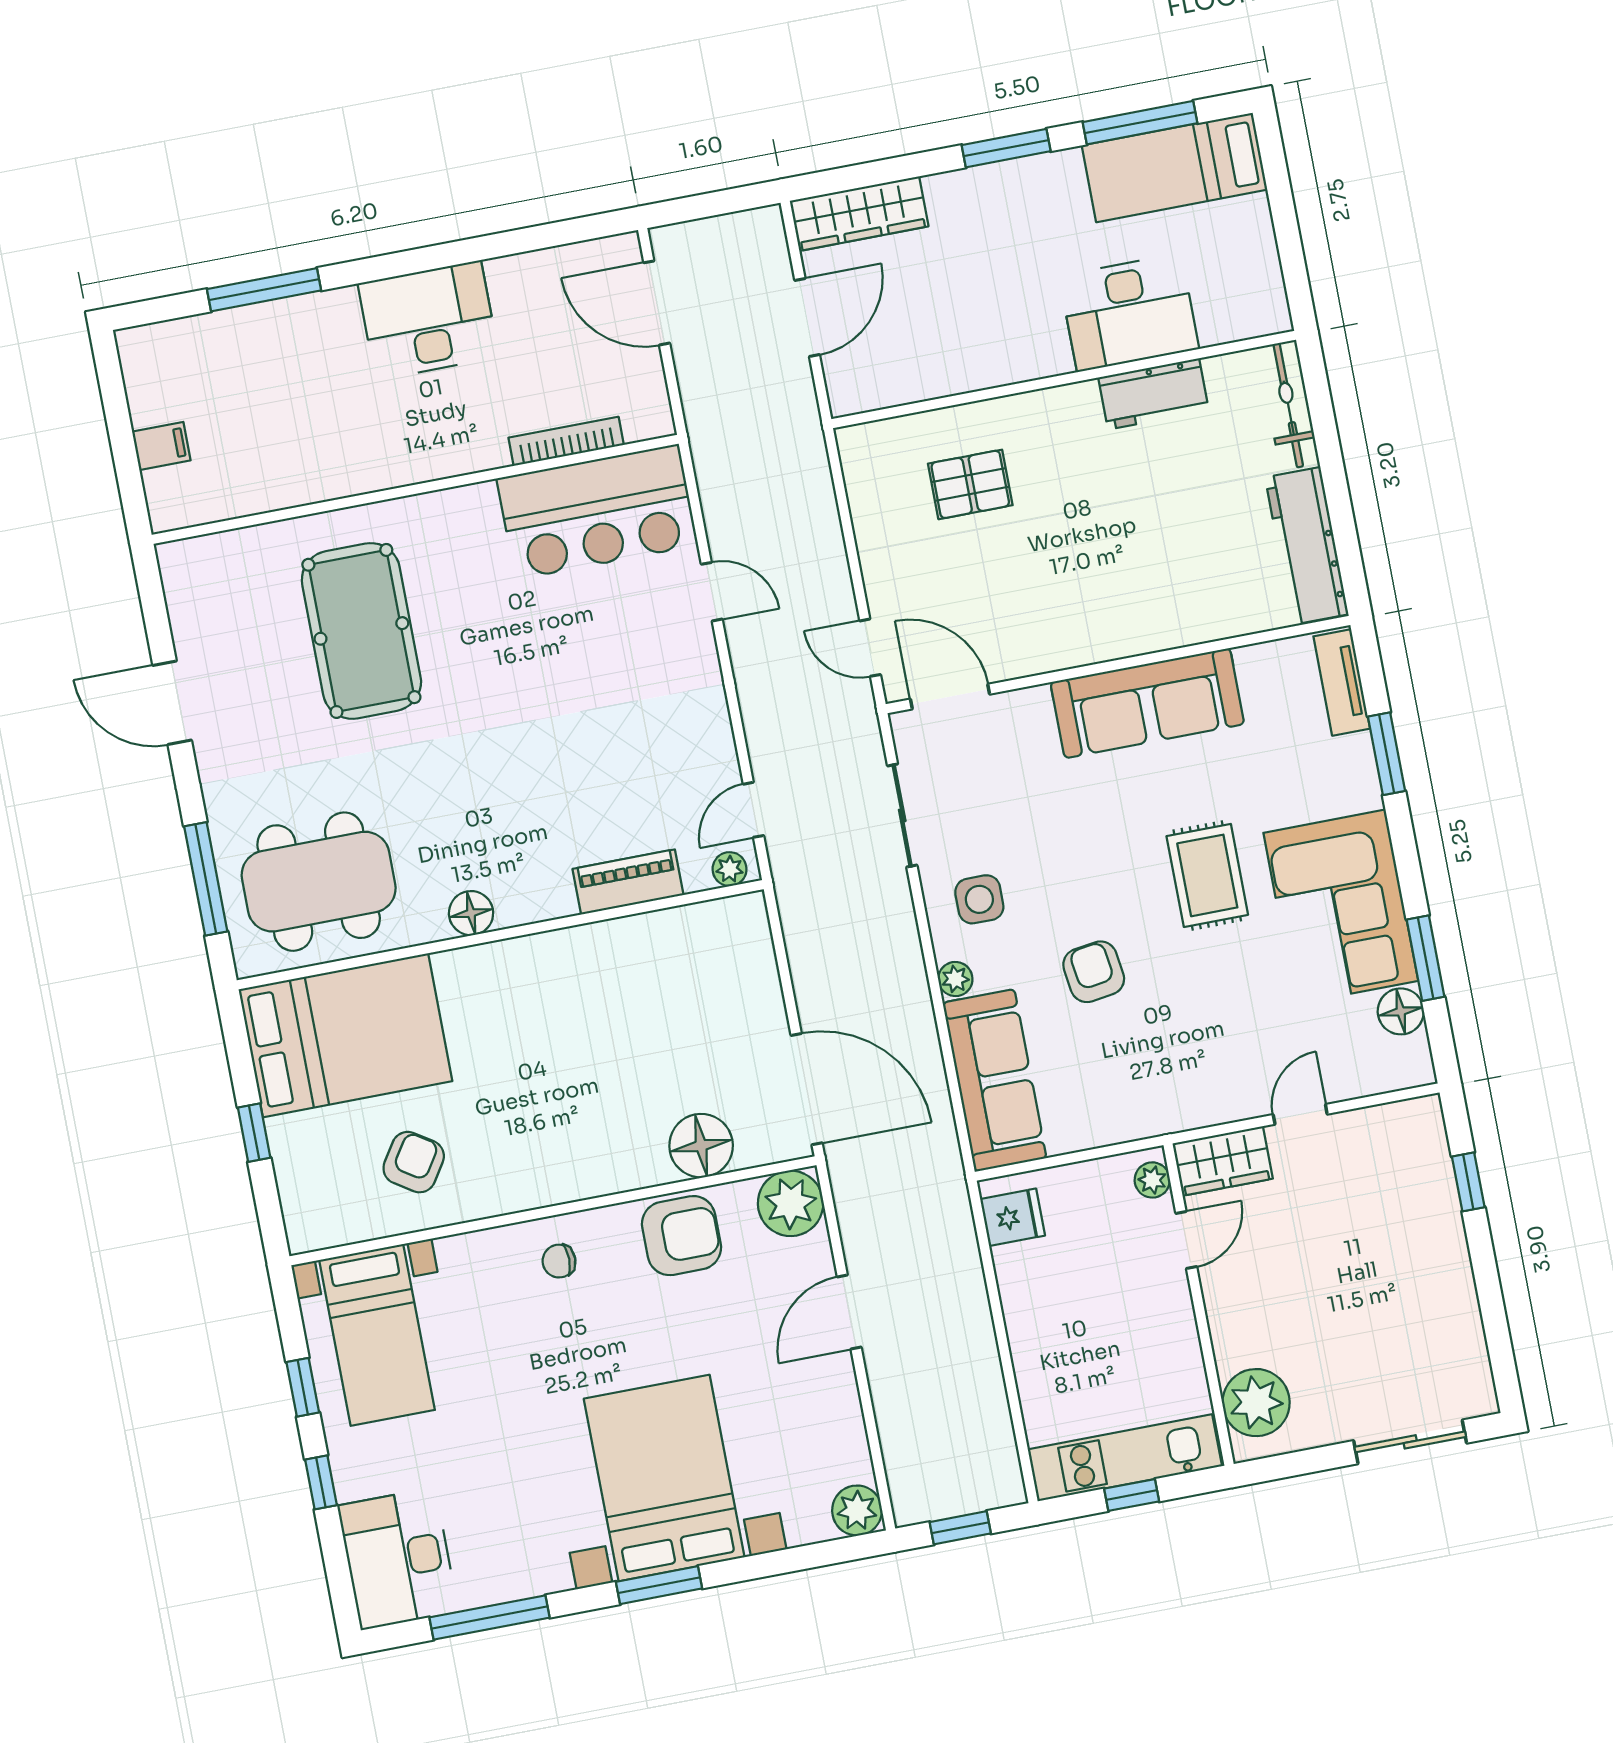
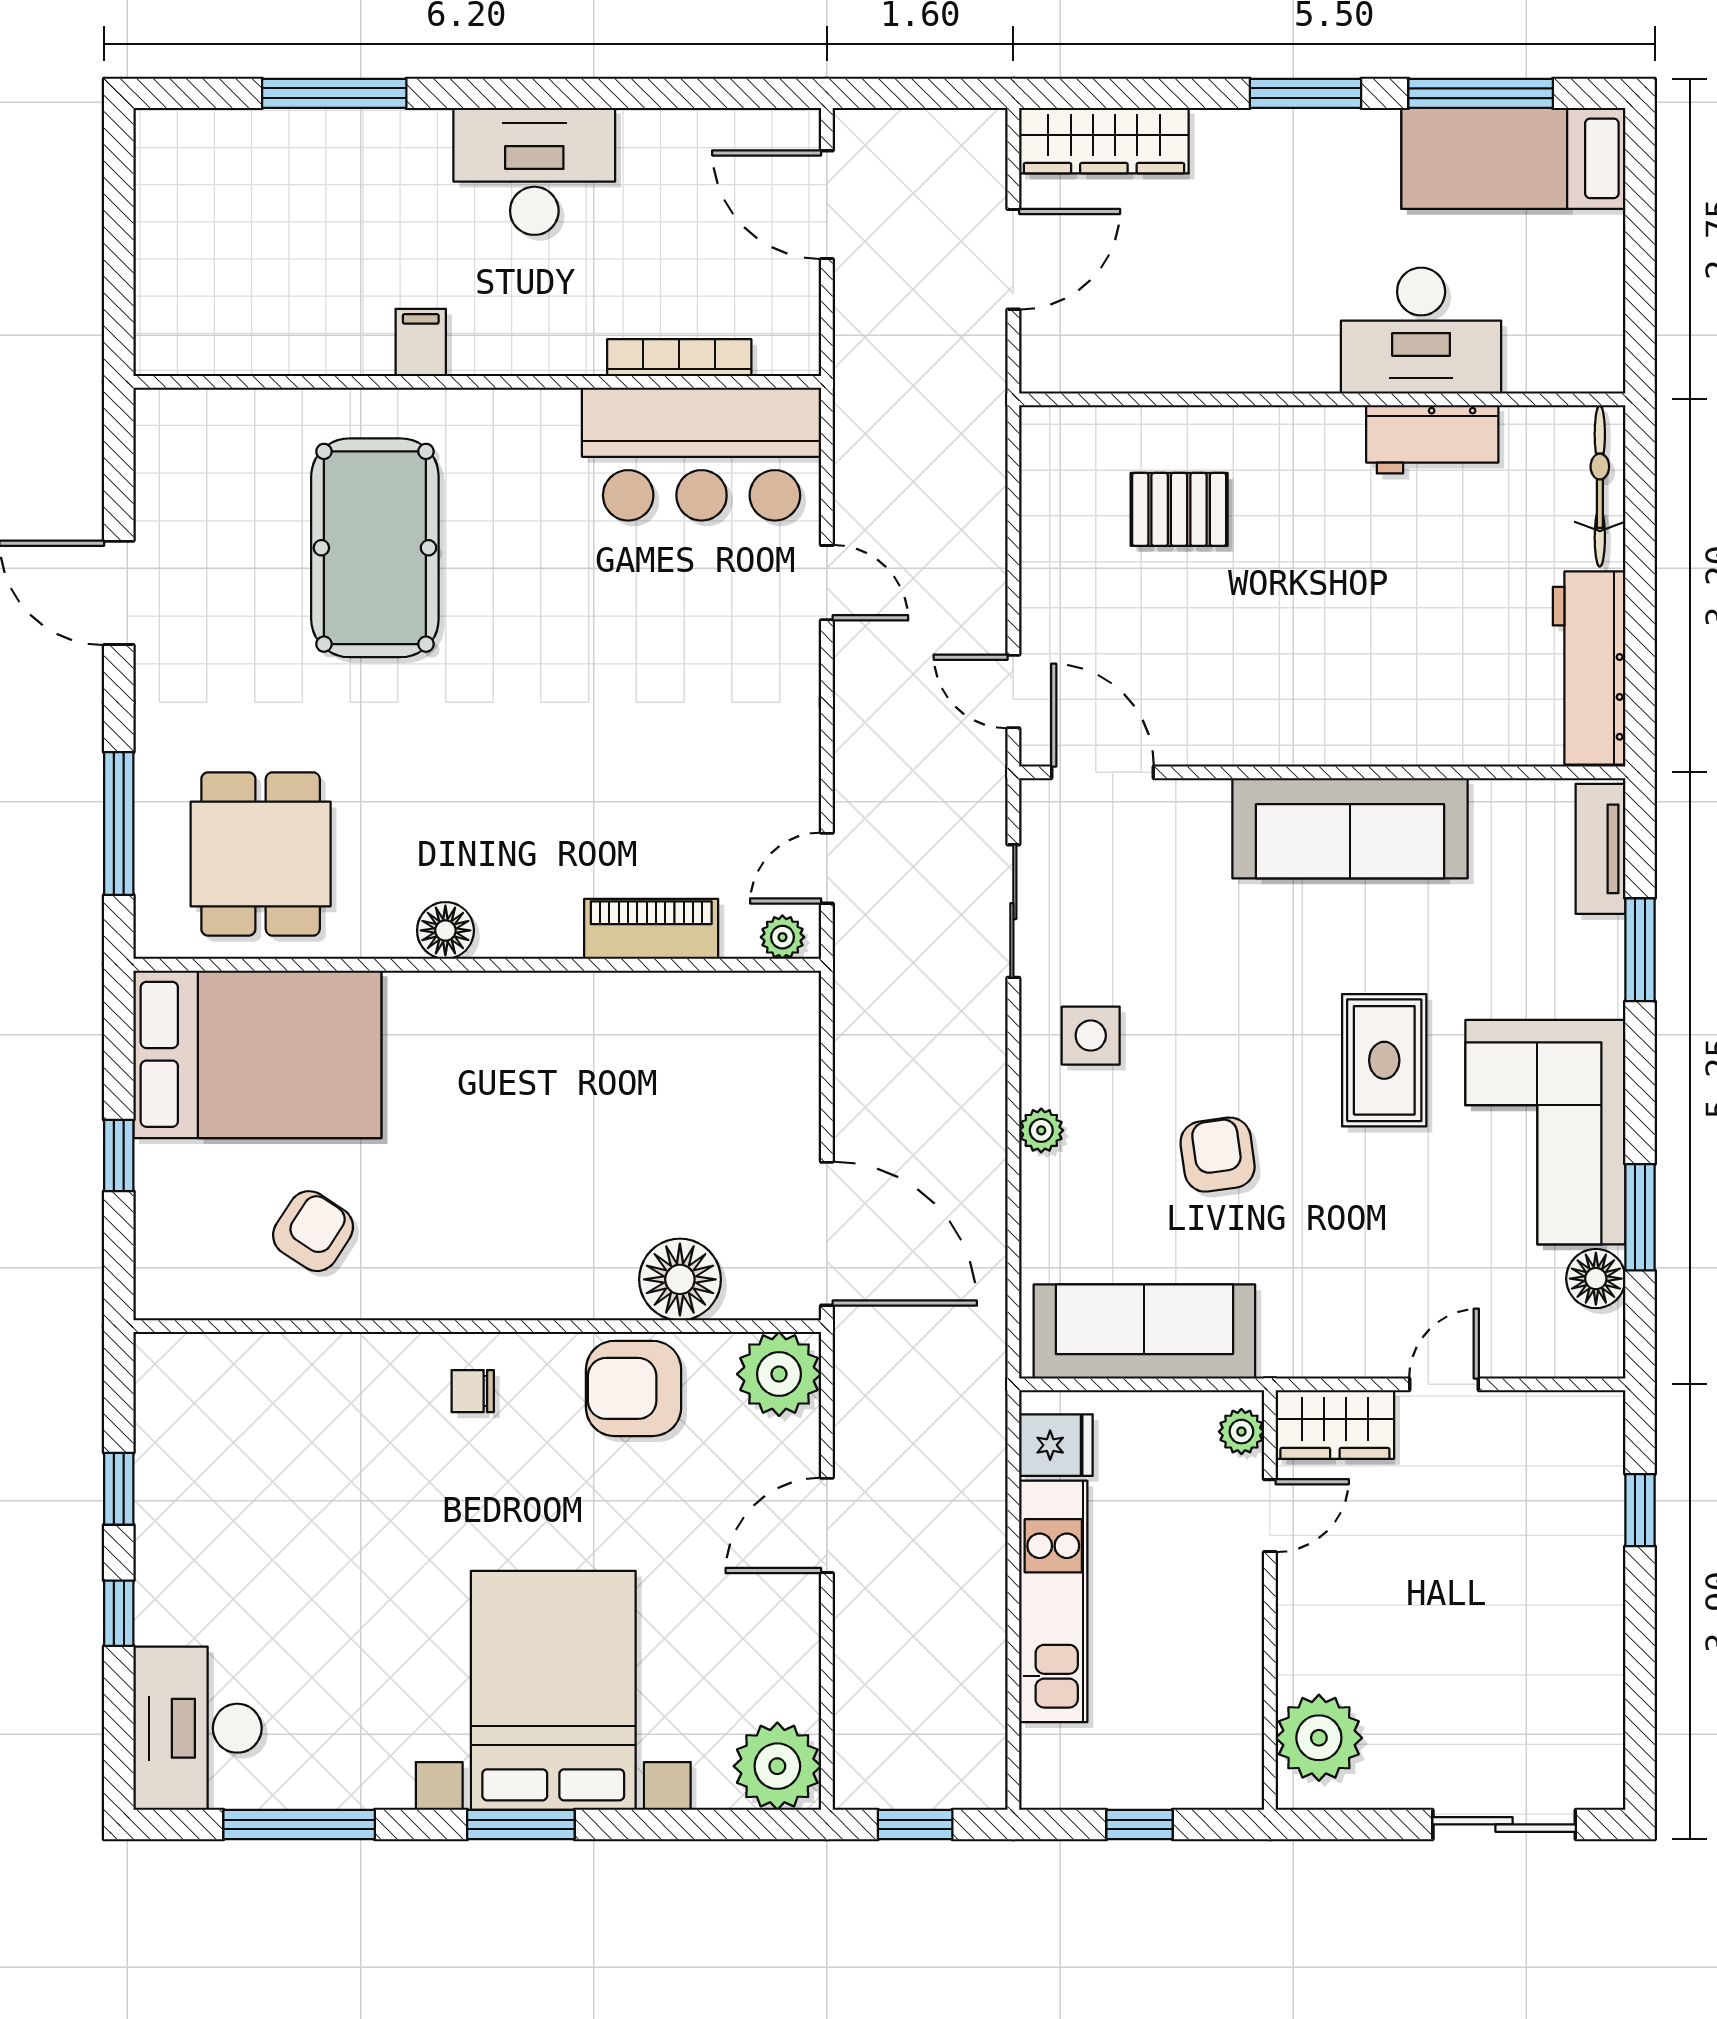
filing cabinet: (161, 446) -> (421, 342), moved, turned -90
dining table: (319, 882) -> (261, 854), width x0.73
sofa: (995, 1080) -> (1144, 1332), moved, turned -90
armchair: (681, 1236) -> (634, 1388), turned 180
bed with nightstands: (377, 1335) -> (225, 1441), removed
kitchen unit: (1125, 1458) -> (1053, 1601), moved, turned 90
plant: (857, 1510) -> (777, 1766), width x1.36, depth x1.36

